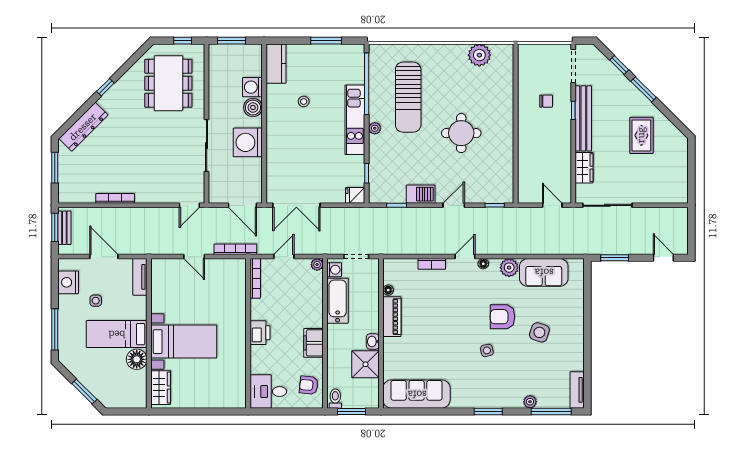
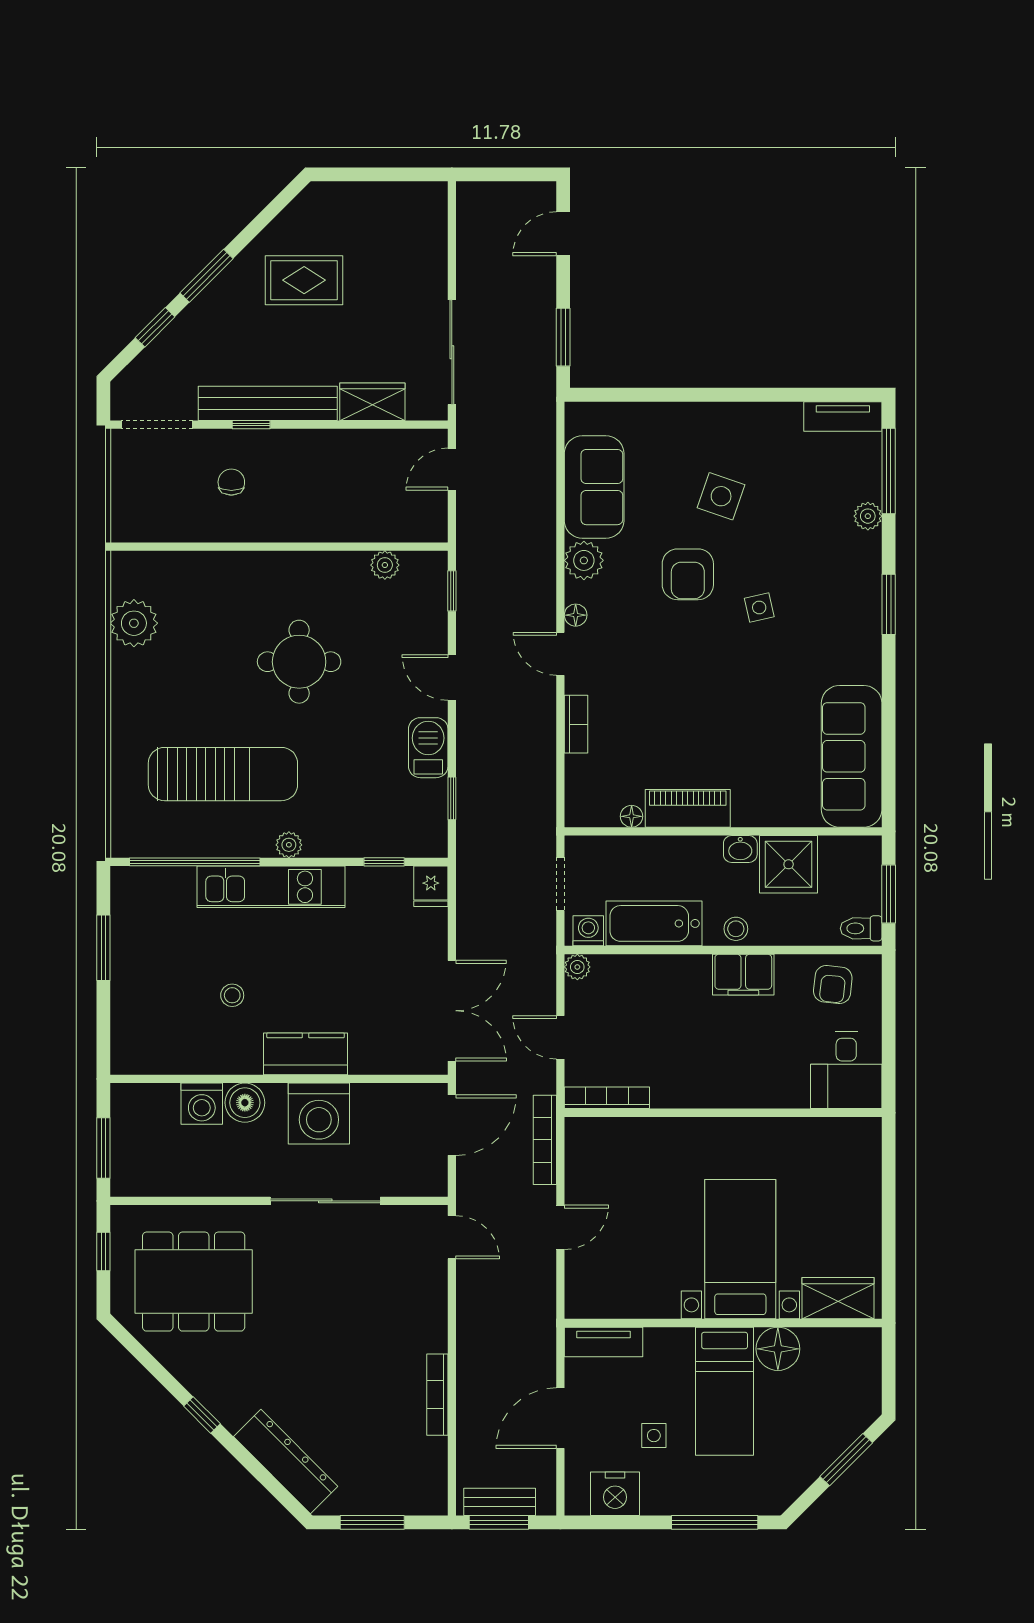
kitchen counter: (276, 64) -> (306, 1054), moved
plant: (507, 174) -> (385, 565), added
printer: (260, 333) -> (722, 1088), removed
stool: (335, 339) -> (736, 929), added

